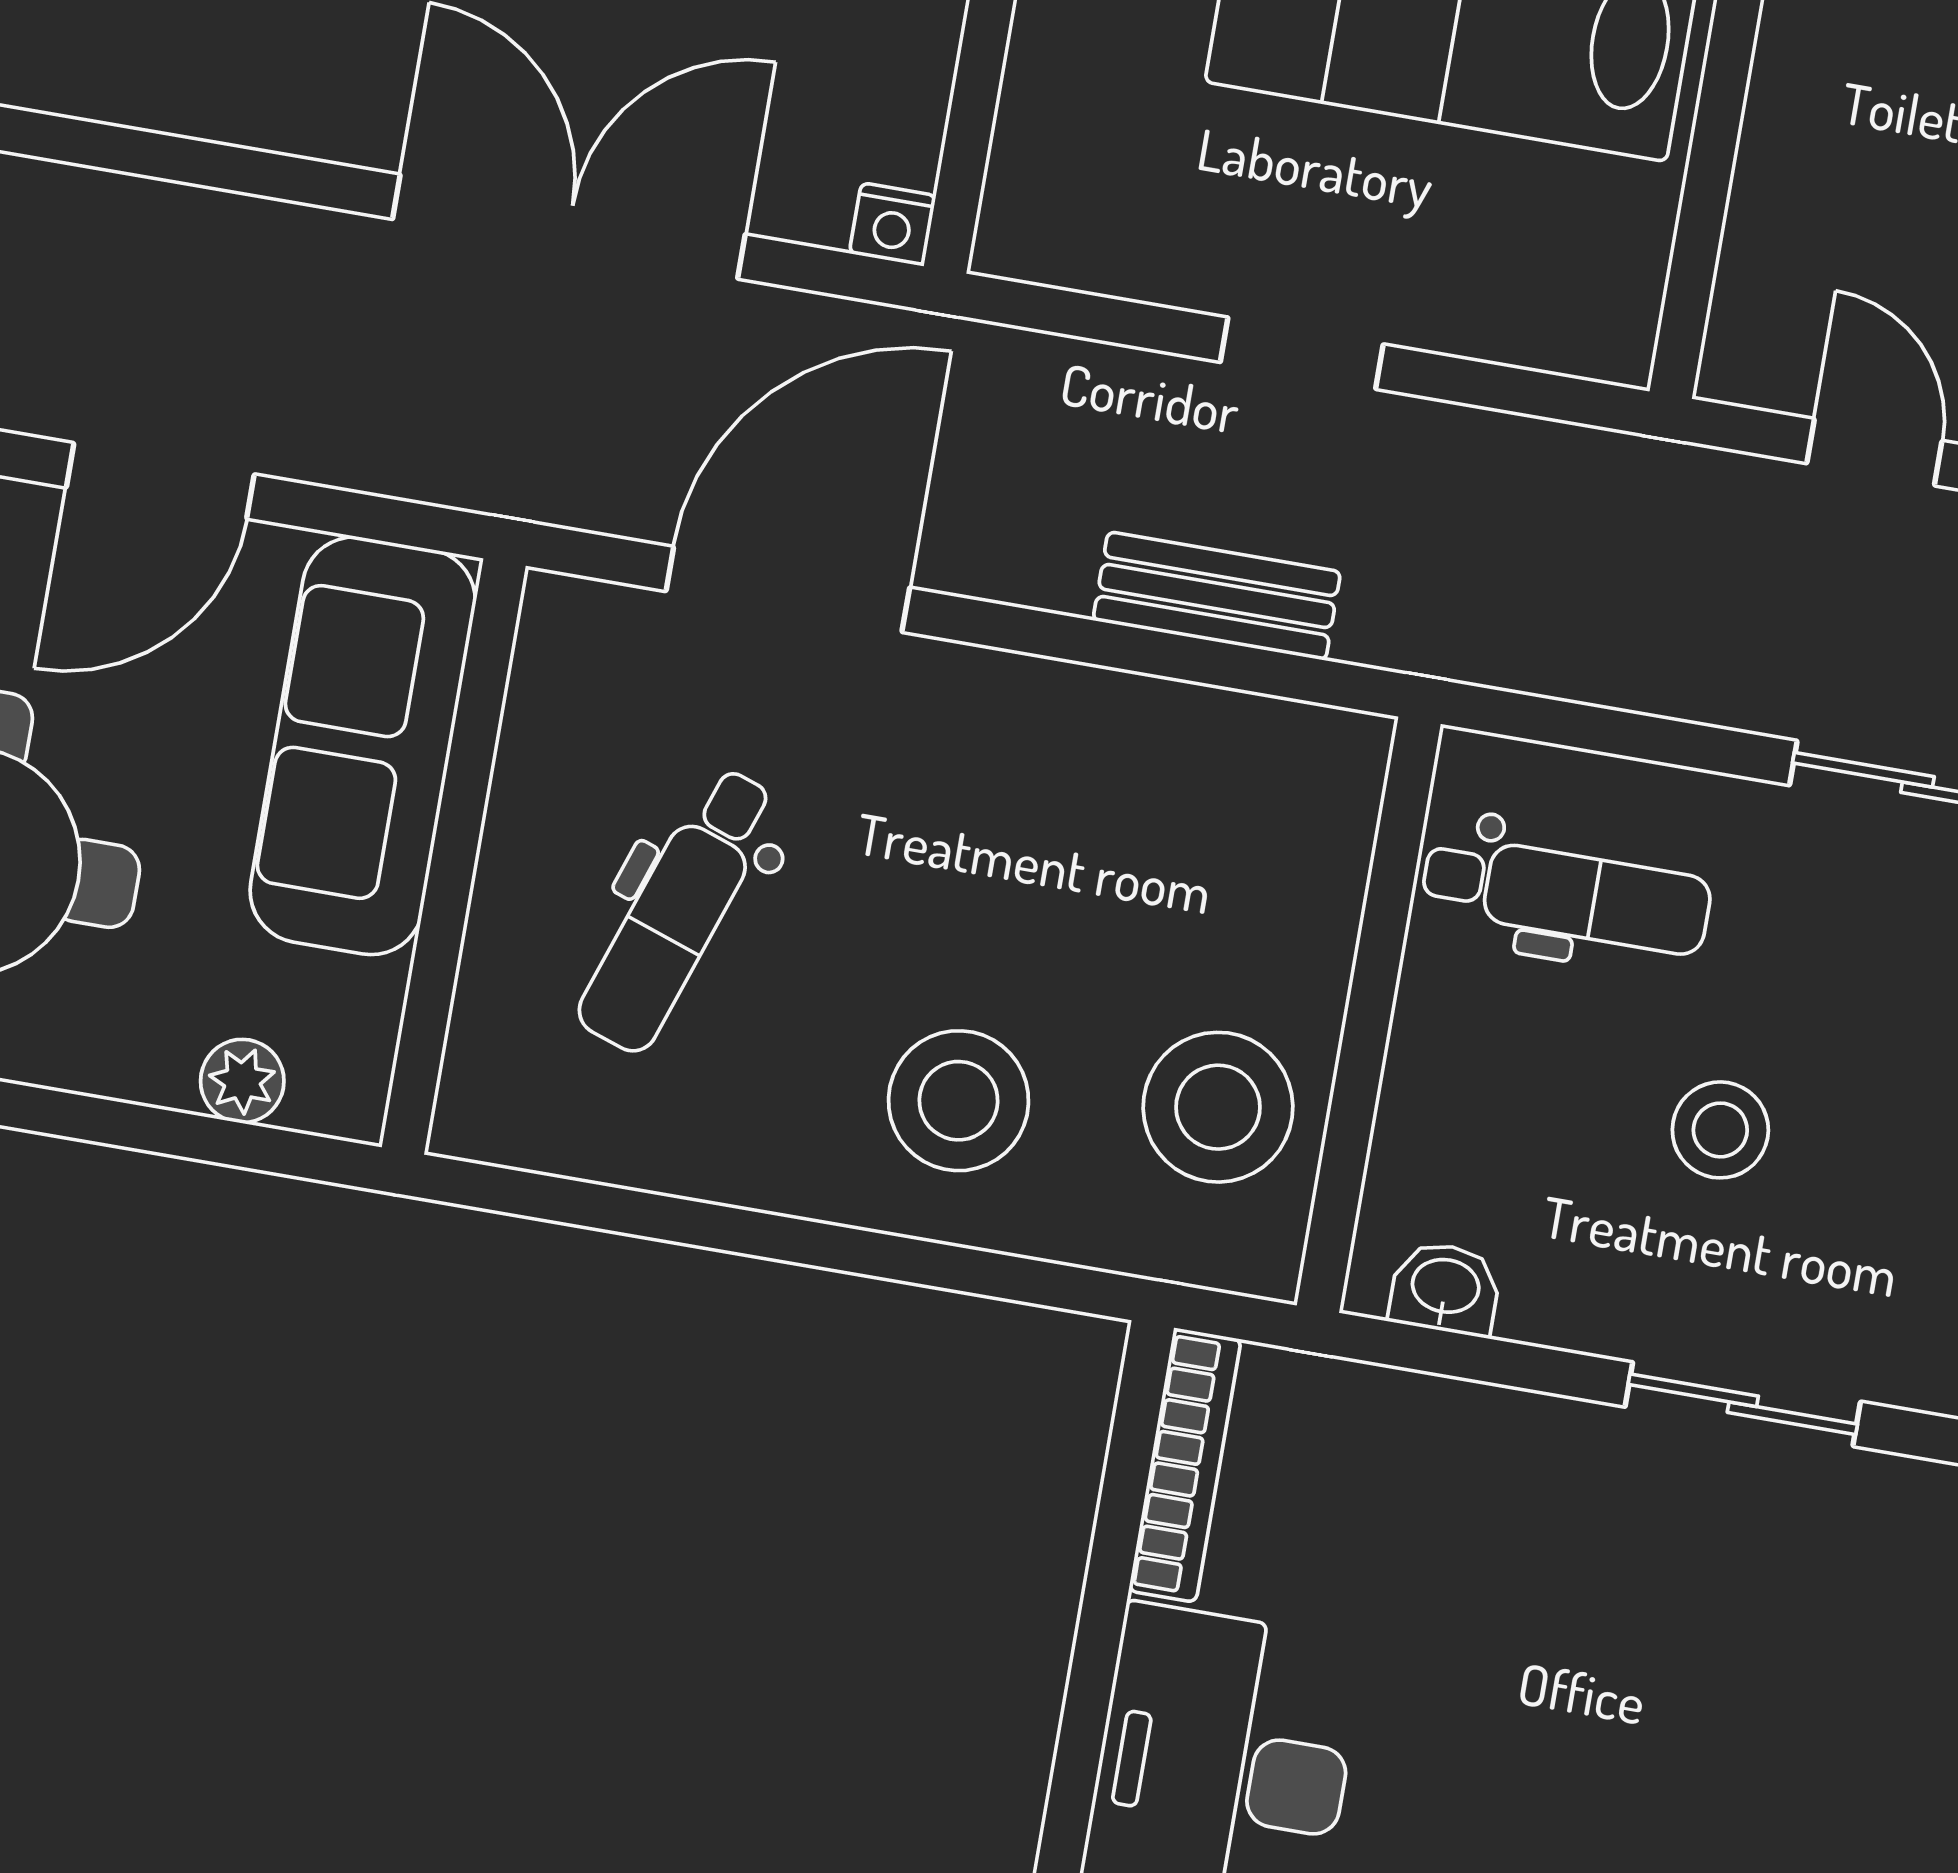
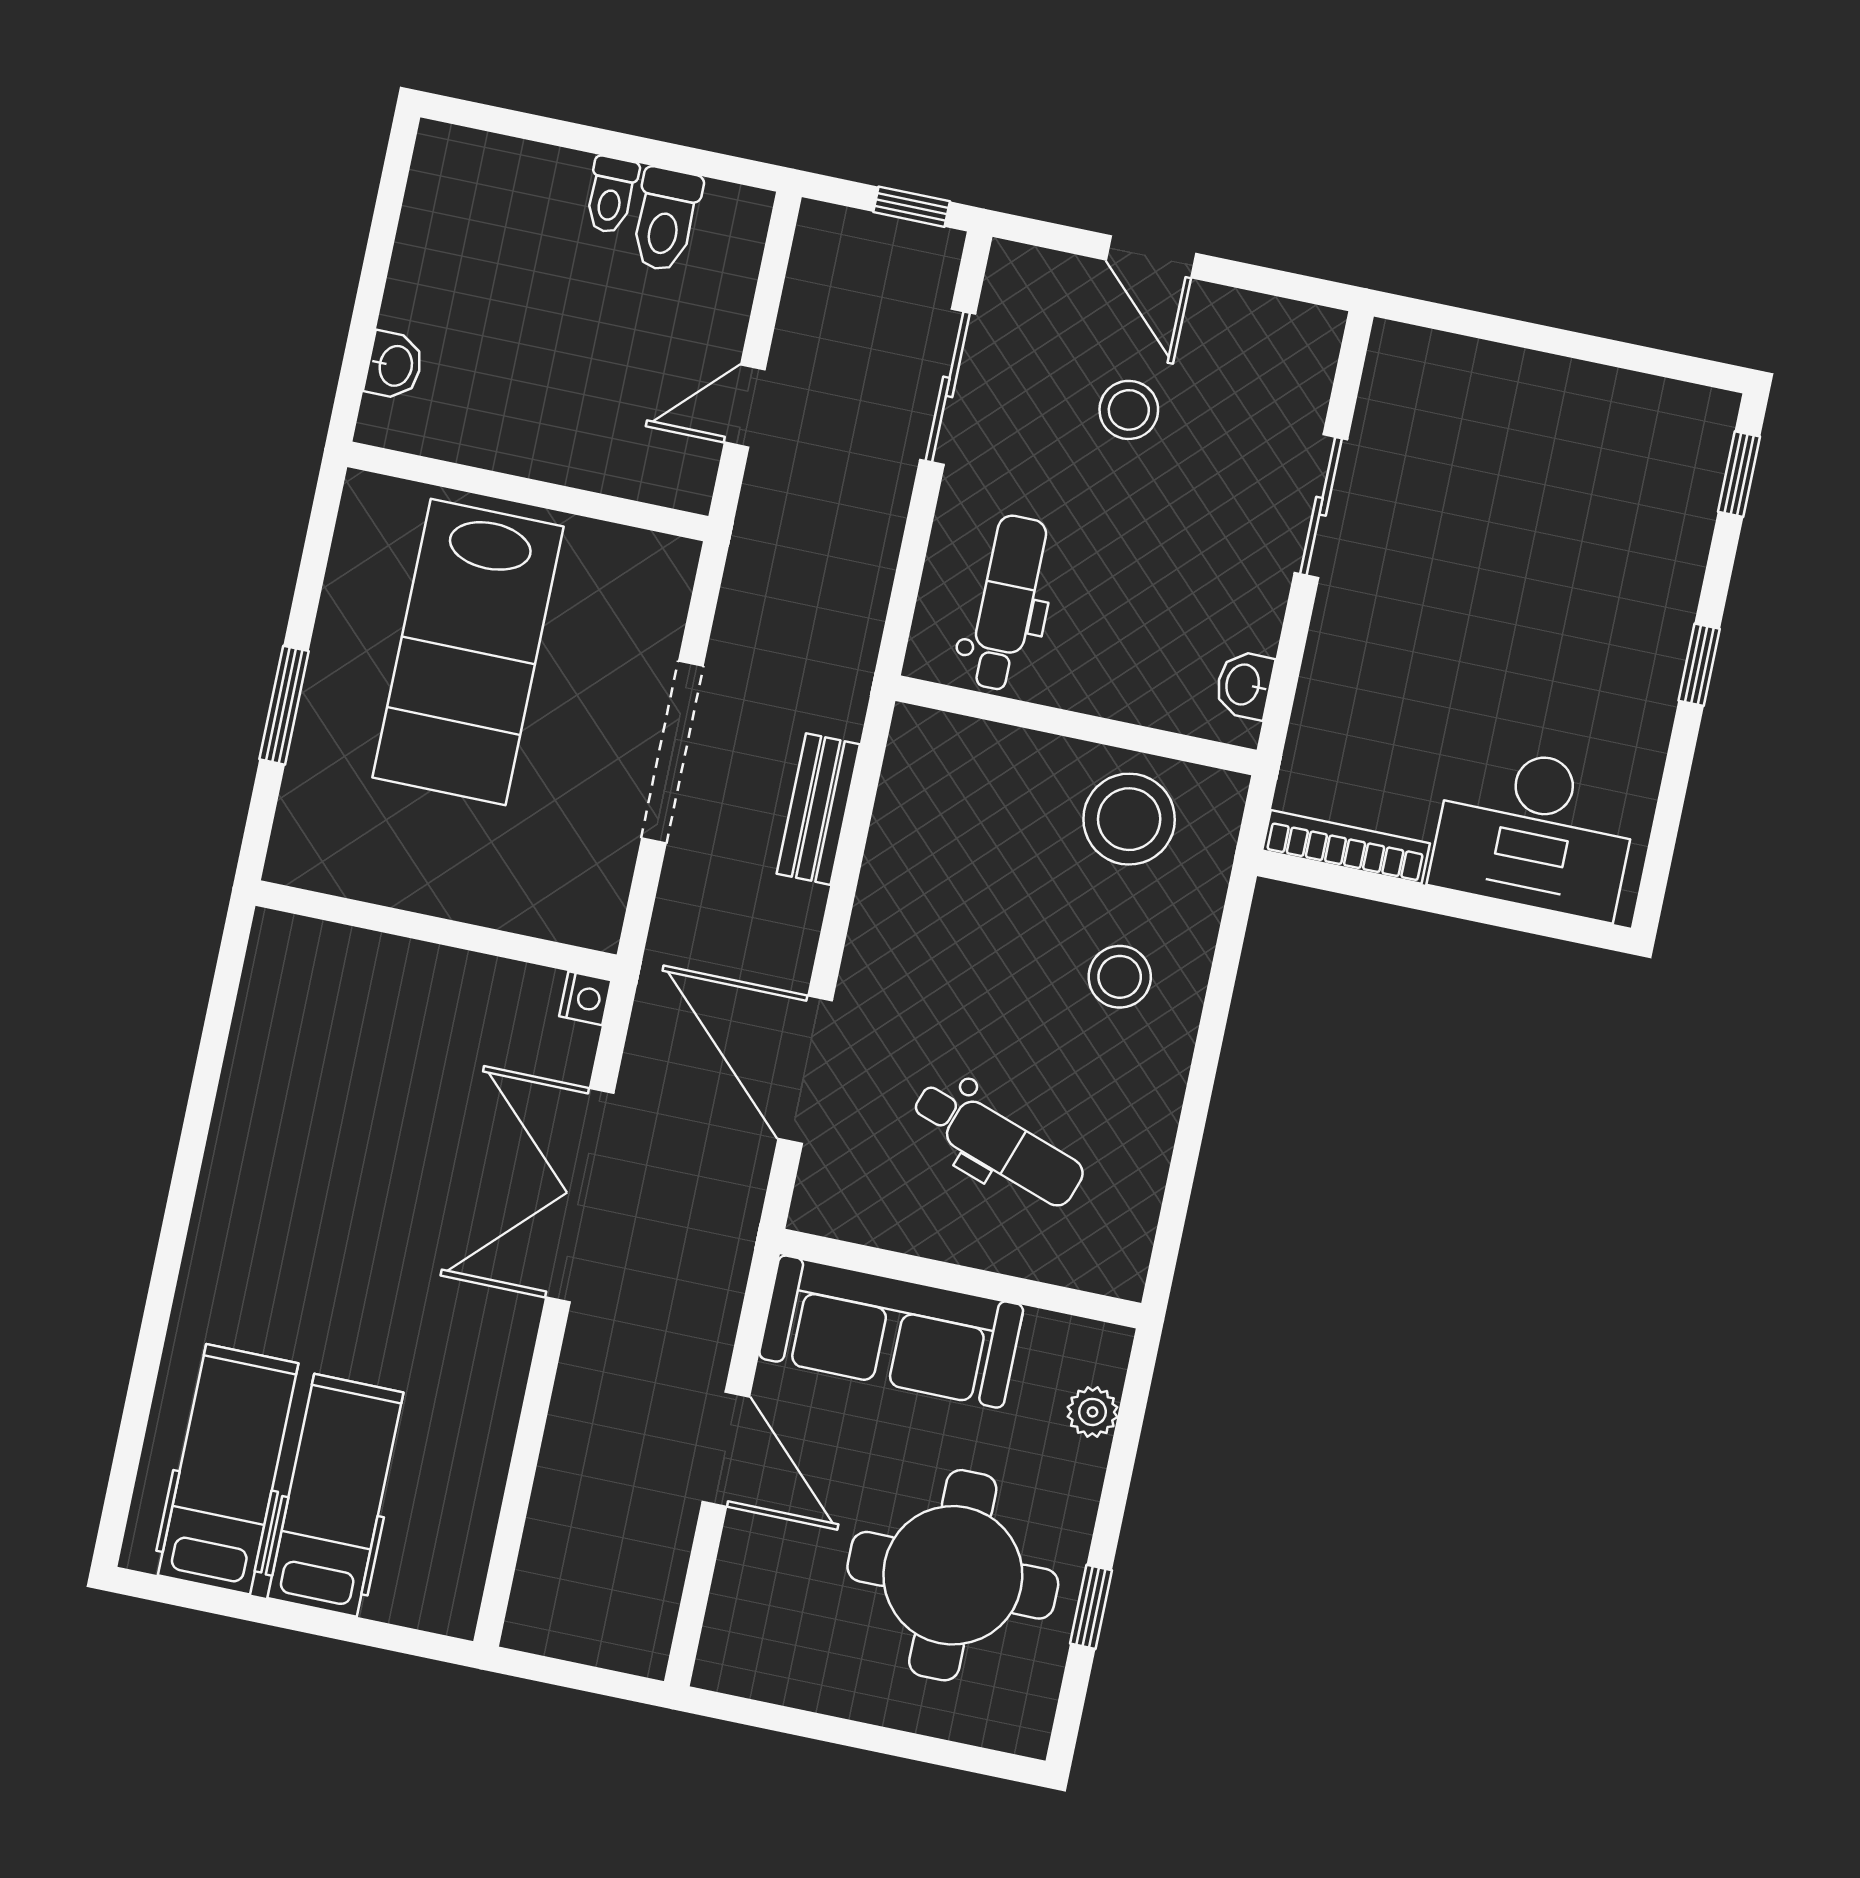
doorway: (1302, 353) -> (672, 752), width x1.87
stool: (959, 1101) -> (1120, 977), width x0.73, depth x0.73
stool: (1720, 1130) -> (1129, 410), moved

